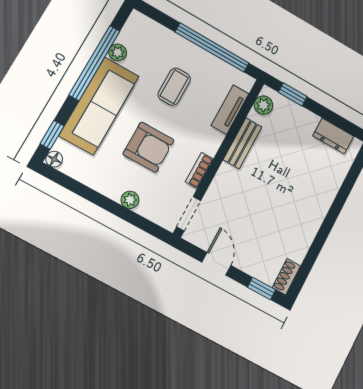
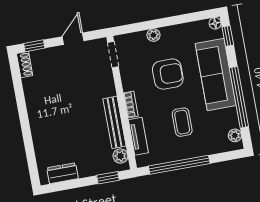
plant: (118, 52) -> (235, 135), moved
bench: (243, 143) -> (114, 122), width x1.36
armchair: (148, 147) -> (168, 74), turned 180
bookcase: (199, 170) -> (131, 105), moved
door: (216, 264) -> (73, 39), swing flipped

